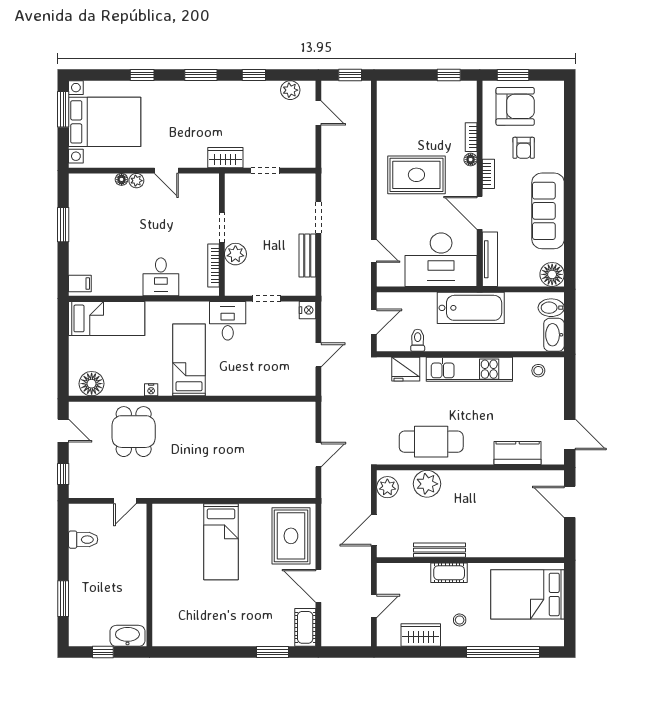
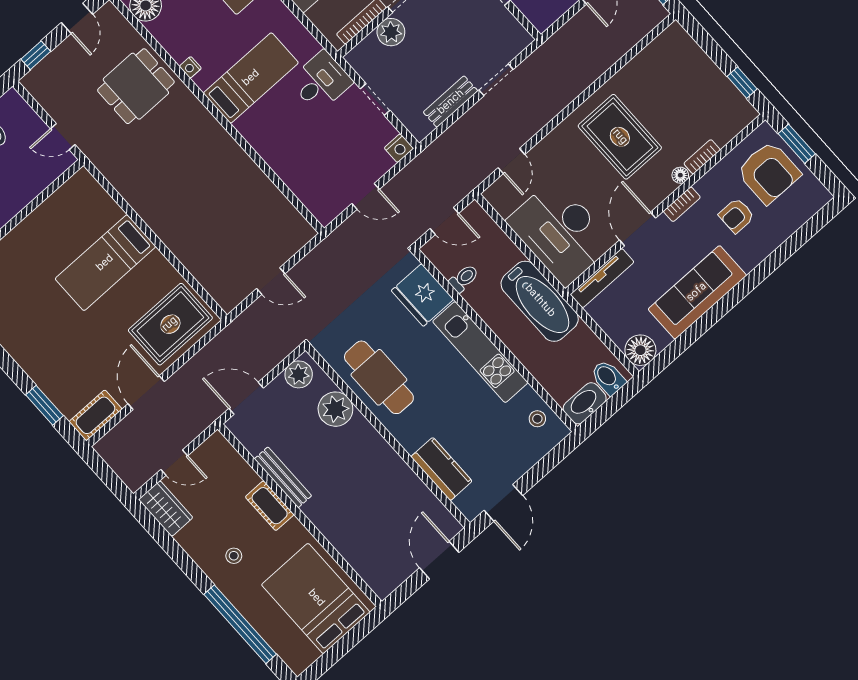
fridge: (406, 369) -> (422, 295), width x1.36, depth x1.34
wardrobe: (421, 635) -> (166, 509), moved

